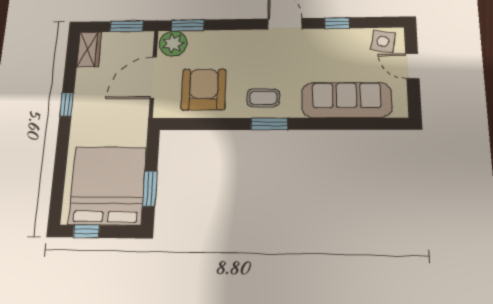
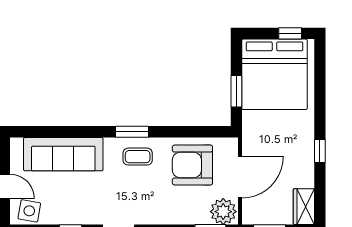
armchair: (204, 89) -> (192, 165), turned 90
window: (150, 189) -> (236, 91), moved

